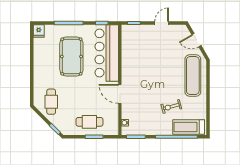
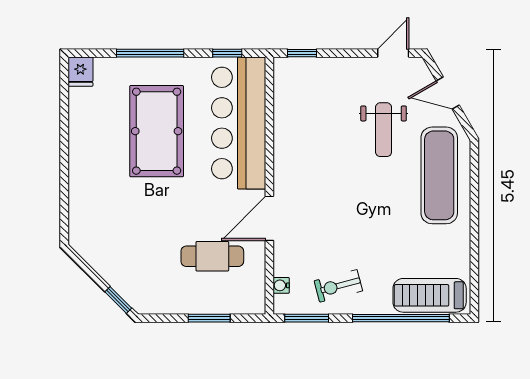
door: (162, 23) -> (393, 53), moved
weight bench: (169, 56) -> (384, 130), added
door: (120, 94) -> (269, 218), hinge flipped
cafe table: (51, 102) -> (109, 236), removed
exercise bike: (171, 107) -> (338, 286), moved
cafe table: (89, 122) -> (212, 256), moved

